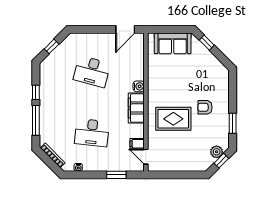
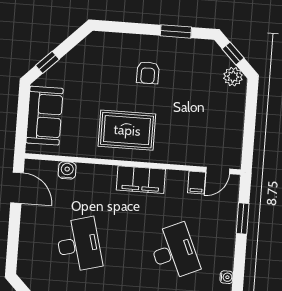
desk: (92, 71) -> (79, 245), turned -30
water cooler: (139, 86) -> (67, 170), moved
rug: (173, 119) -> (127, 130), moved, turned 90
desk: (92, 133) -> (174, 252), turned -30
plant: (217, 152) -> (233, 77), moved

